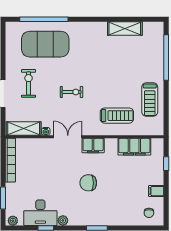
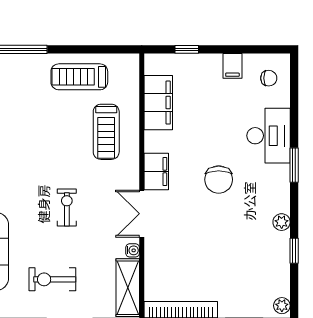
treadmill: (150, 100) -> (79, 77), turned 180
treadmill: (117, 116) -> (106, 132), turned 180
desk: (40, 213) -> (268, 136), moved

